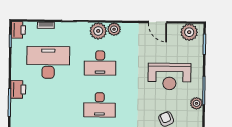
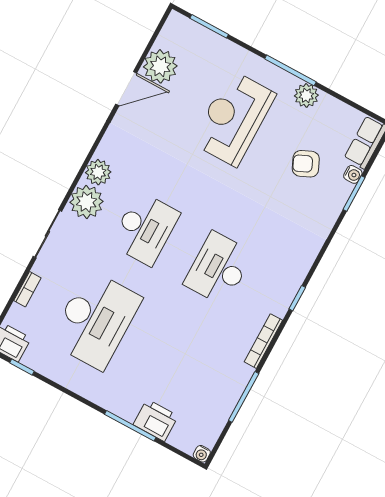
plant: (189, 32) -> (160, 66), moved
desk: (48, 62) -> (95, 320), turned 180
reception desk: (169, 76) -> (234, 118), turned 180
printer: (18, 89) -> (156, 420), moved
desk: (100, 105) -> (219, 269), turned 180

